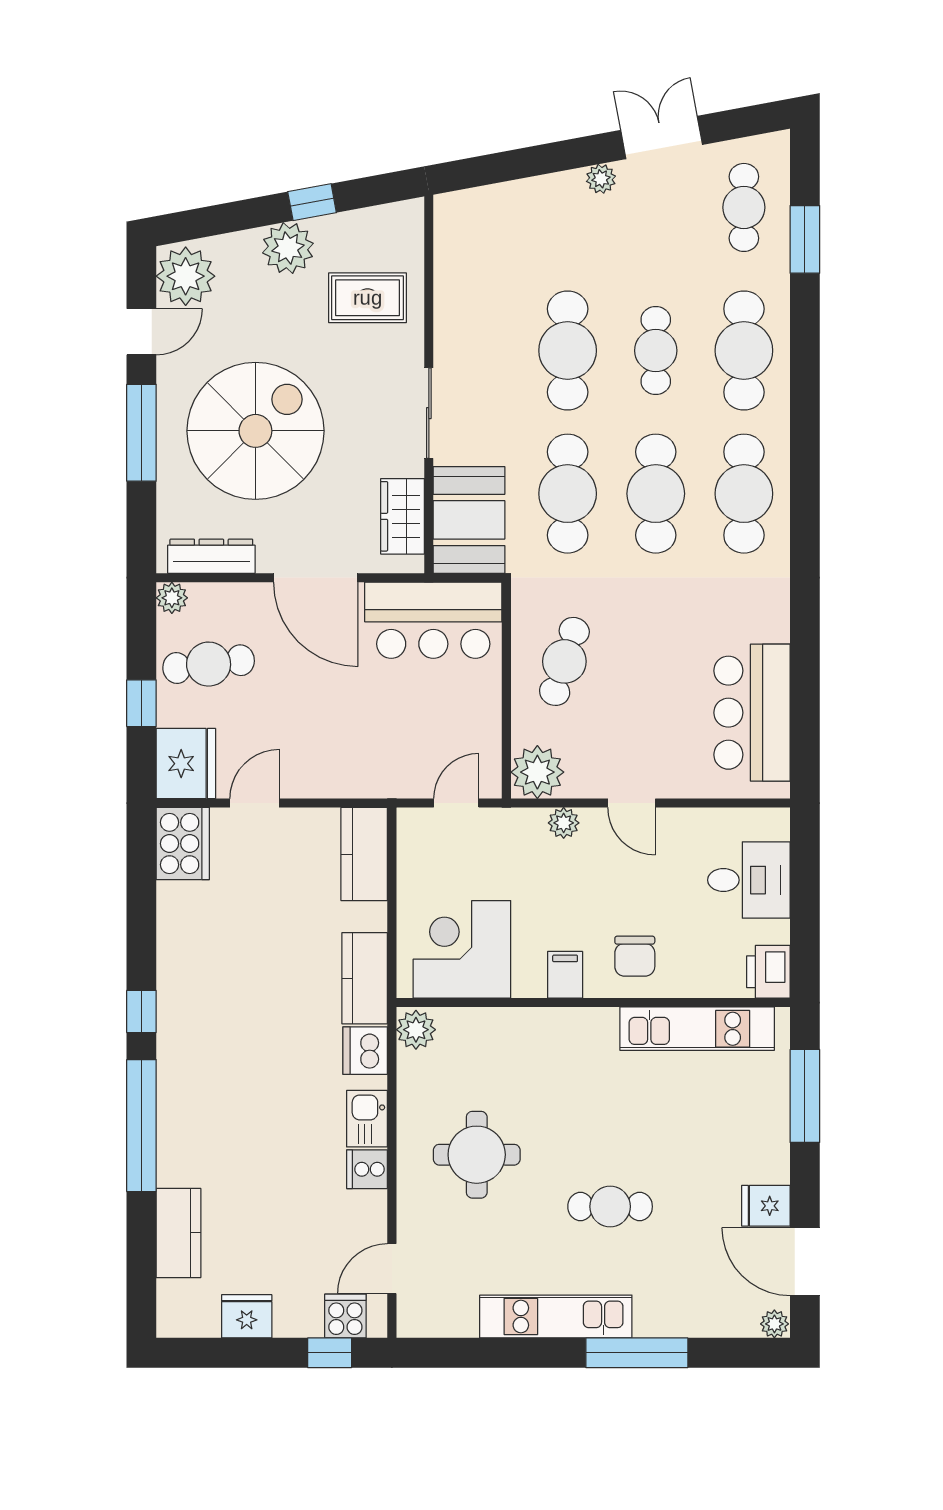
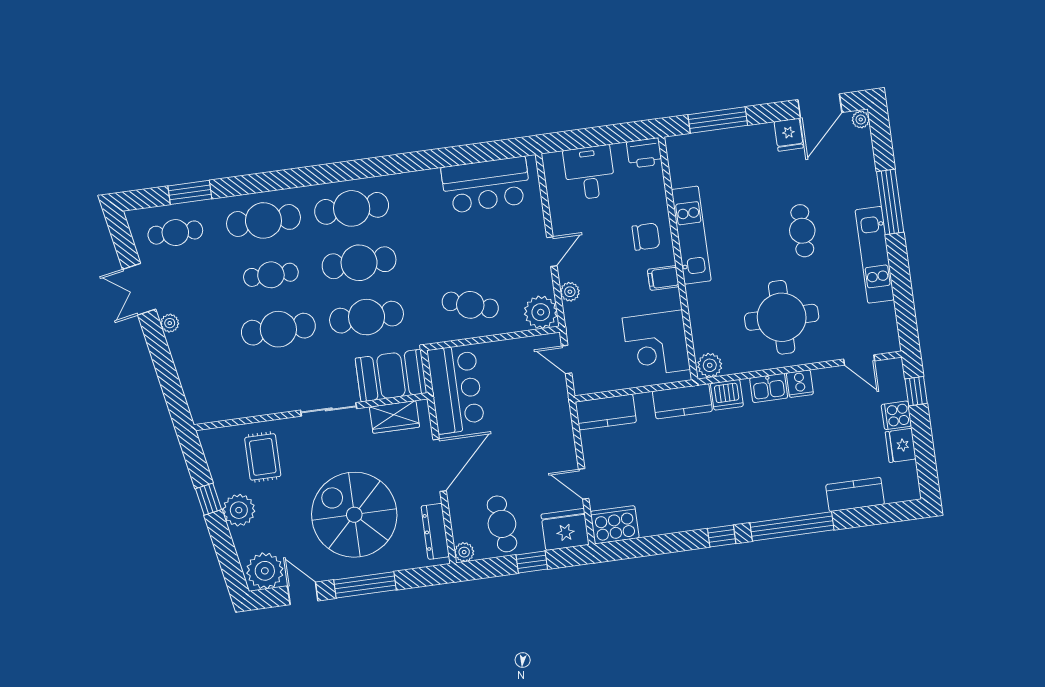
kitchen unit: (697, 1029) -> (691, 235), moved
round table: (477, 1155) -> (782, 317), width x1.36, depth x1.36
cooker: (345, 1316) -> (896, 415), moved

